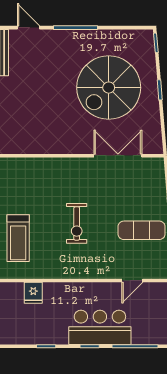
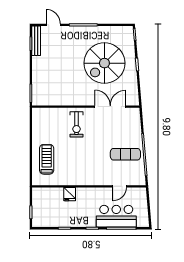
exercise bike: (77, 223) -> (77, 124), moved
treadmill: (18, 238) -> (47, 159), turned 180
fridge: (33, 293) -> (70, 194), moved
bar counter: (100, 327) -> (116, 216), moved

